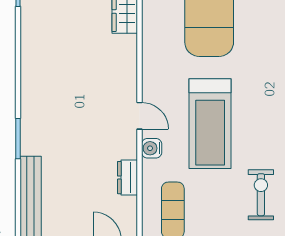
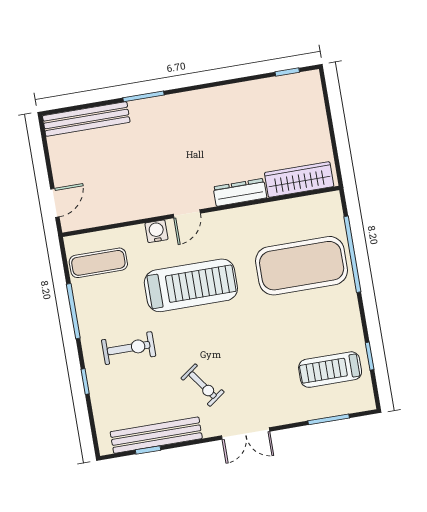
treadmill: (210, 124) -> (191, 285), turned 180
dresser: (127, 178) -> (240, 192), moved, width x1.44

